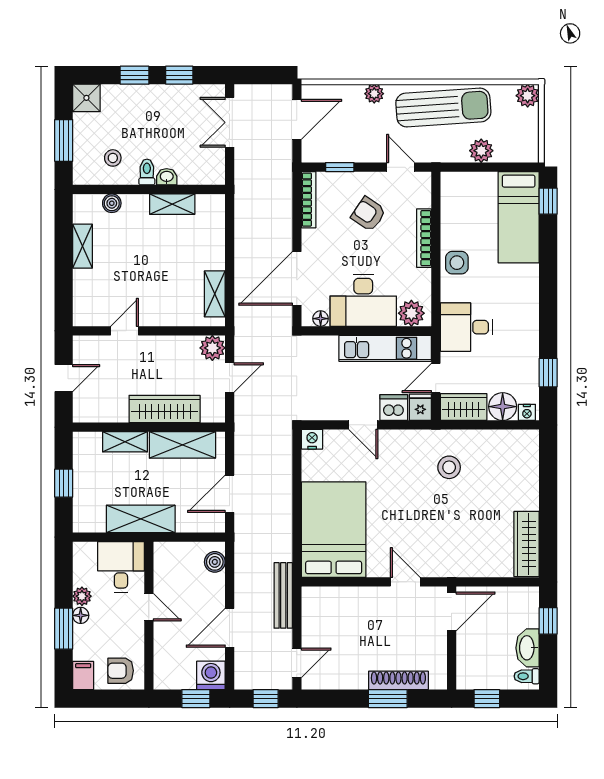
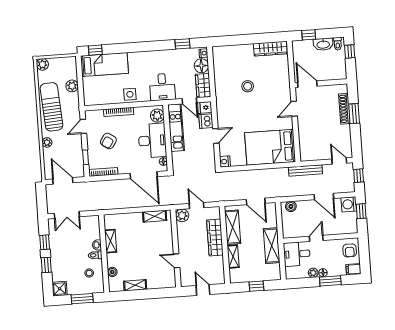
stool: (449, 467) -> (248, 86), moved
window: (487, 699) -> (350, 52), moved

